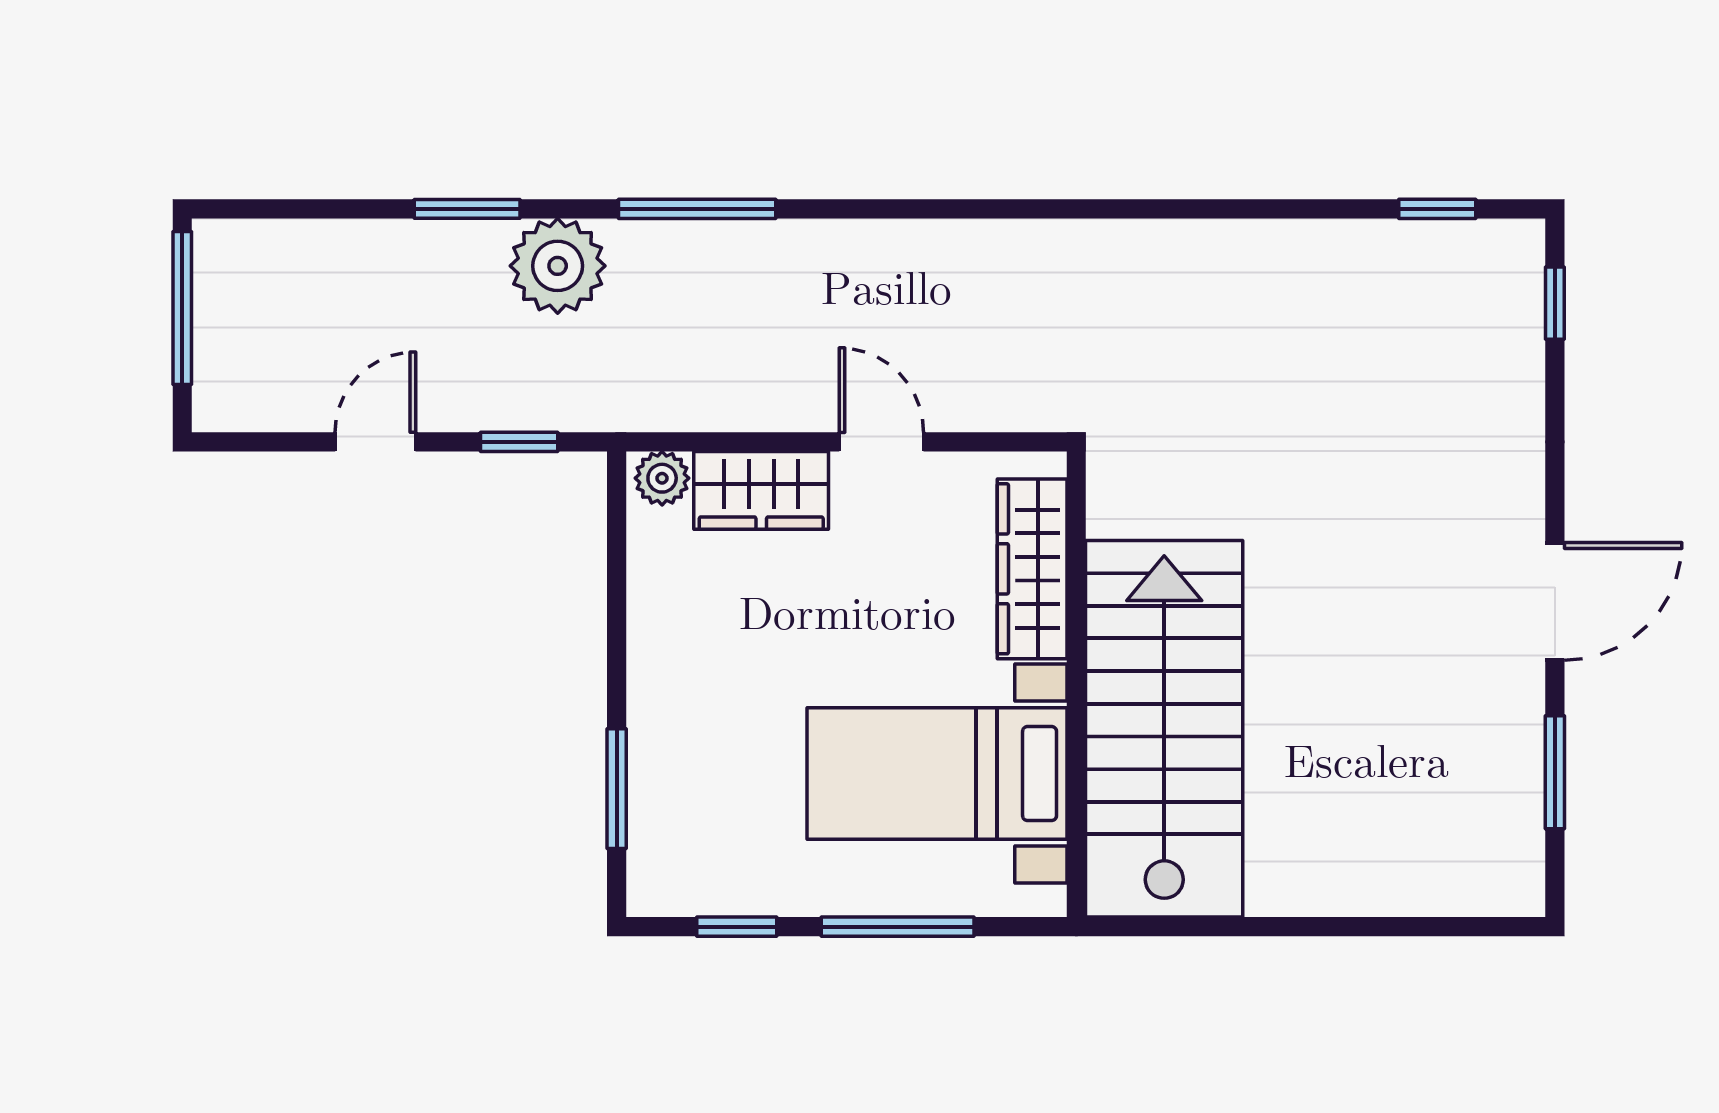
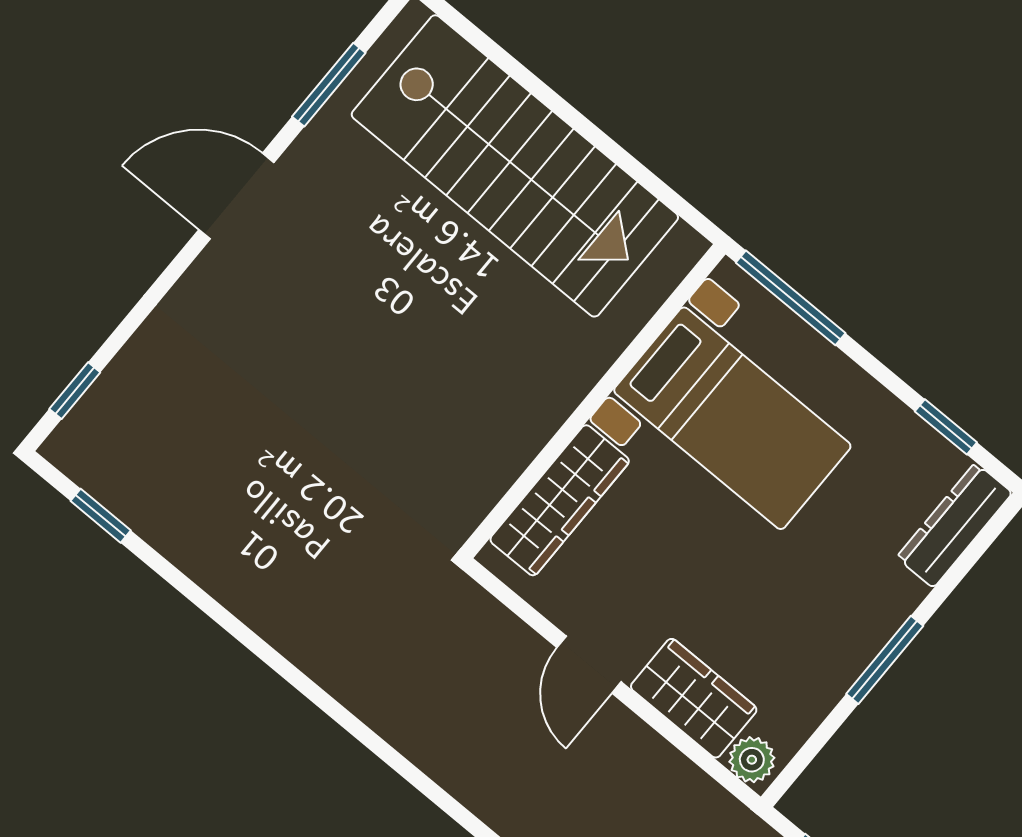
stairs: (1164, 729) -> (515, 166), moved, turned -90
window: (617, 789) -> (885, 660), moved
dresser: (655, 844) -> (954, 525), added
window: (898, 927) -> (791, 298), moved

